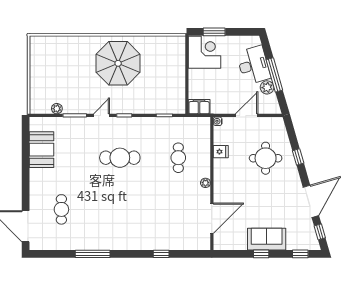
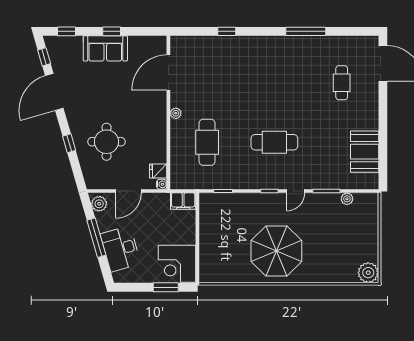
plant: (38, 45) -> (368, 273), added
plant: (267, 87) -> (99, 204), moved
fridge: (221, 152) -> (158, 171), moved
cafe table: (178, 158) -> (207, 142), width x1.37, depth x1.35

